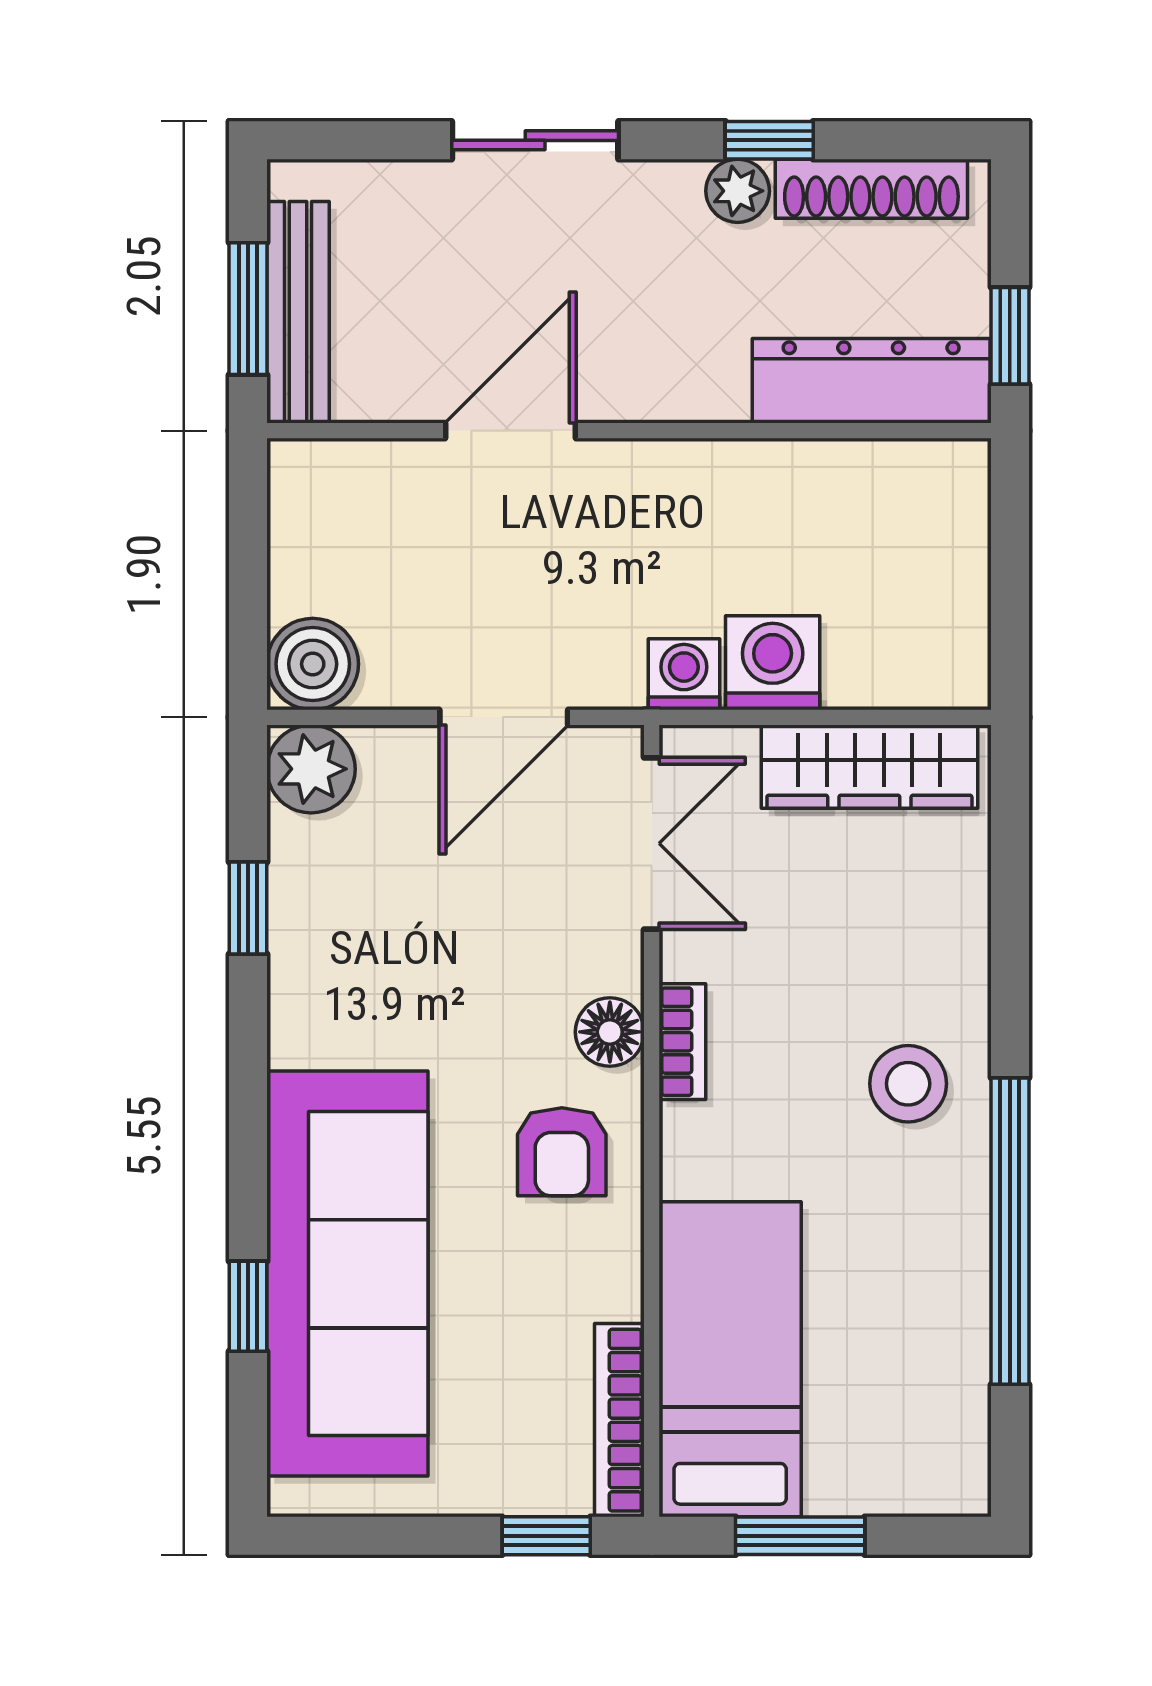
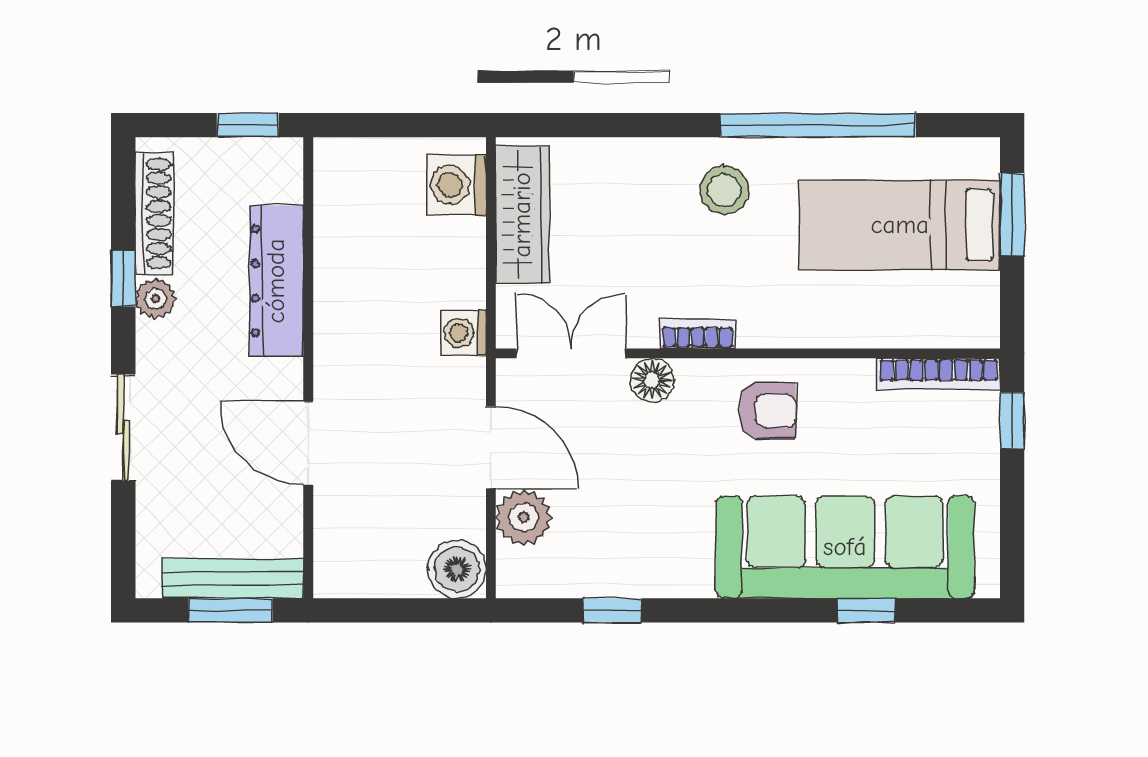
dresser: (871, 381) -> (276, 281), moved
washing machine: (773, 663) -> (456, 185), moved
plant: (311, 769) -> (524, 517), moved
floor lamp: (610, 1032) -> (652, 380), moved
bed: (730, 1359) -> (900, 225), moved
window: (800, 1536) -> (1012, 214), moved

